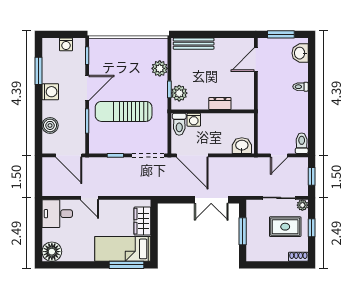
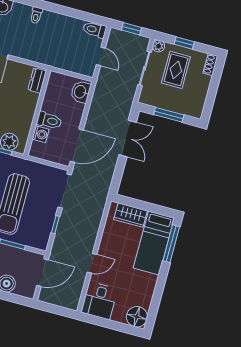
dresser: (220, 104) -> (37, 80), moved
toilet: (179, 124) -> (49, 120), moved

